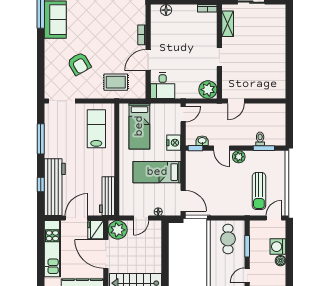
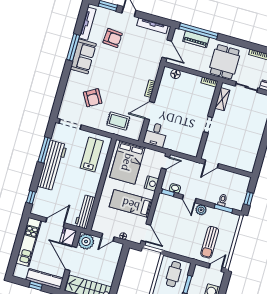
plant: (208, 90) -> (191, 148), removed
bed: (139, 126) -> (127, 162), width x1.50
window: (289, 129) -> (249, 199), added
window: (41, 185) -> (31, 197), moved
workbench: (55, 187) -> (52, 165), moved

